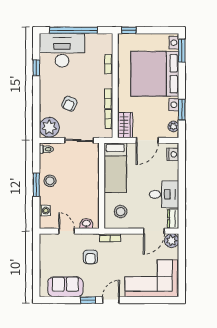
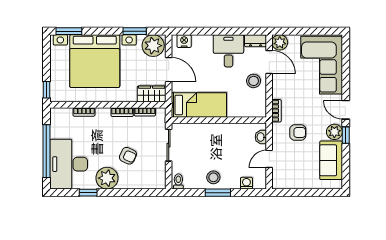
plant: (173, 126) -> (153, 46), width x1.87, depth x1.87
plant: (49, 127) -> (107, 178), moved
stool: (121, 212) -> (254, 81), moved
plant: (91, 290) -> (334, 132), added

